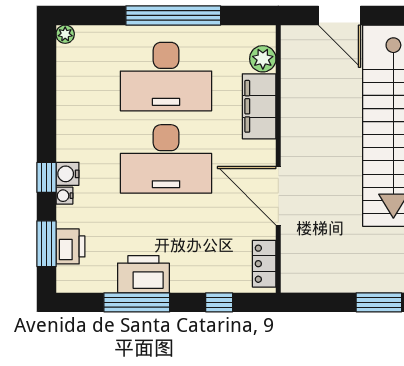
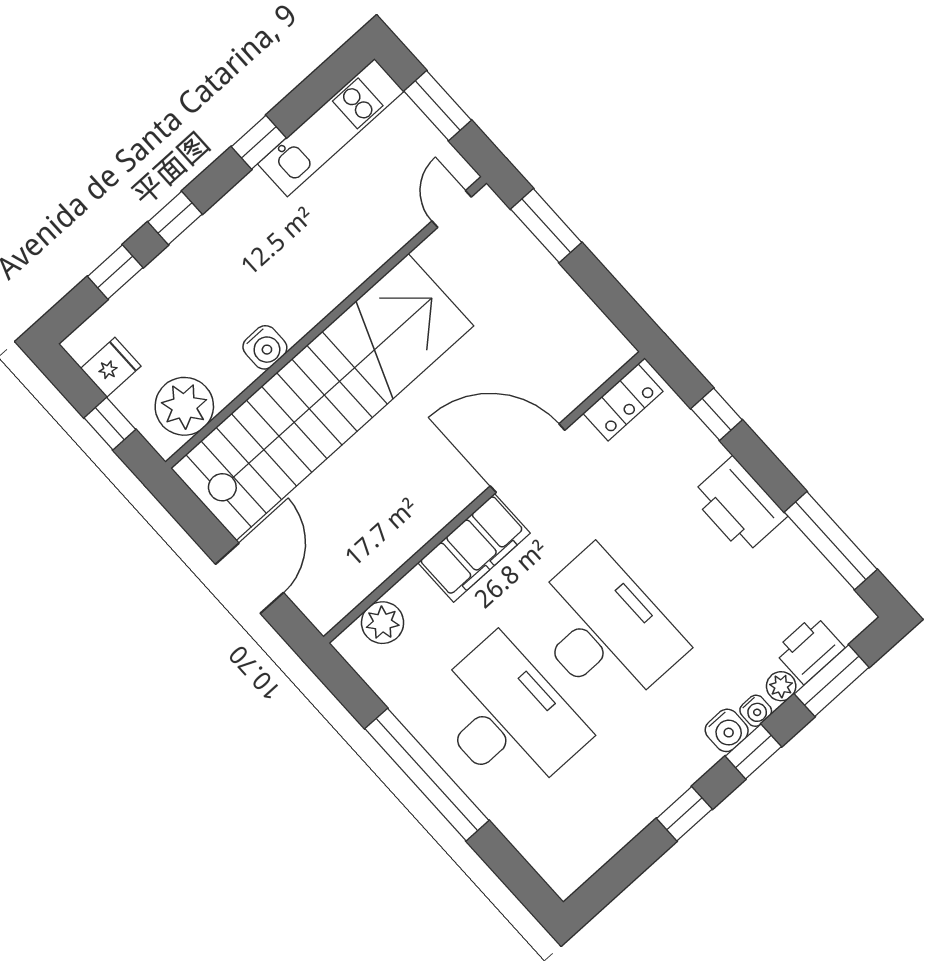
plant: (65, 34) -> (781, 686), moved
filing cabinet: (259, 106) -> (474, 548), moved
window: (46, 119) -> (684, 814), added
door: (278, 196) -> (528, 458), swing flipped
printer: (143, 274) -> (739, 505), moved
window: (137, 302) -> (831, 541), moved

